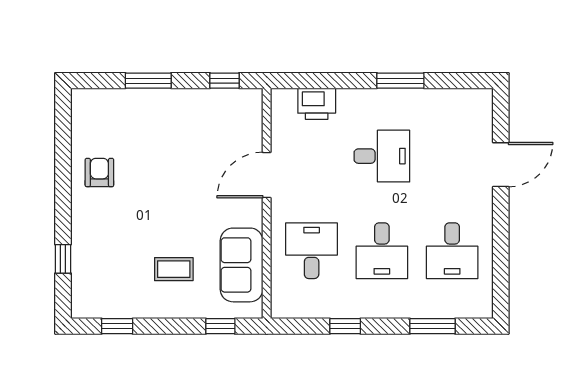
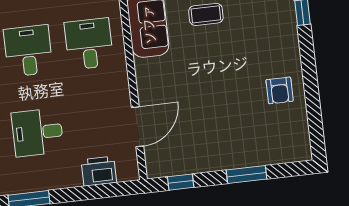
door: (267, 175) -> (138, 127), moved
desk: (312, 251) -> (89, 44), turned 180

